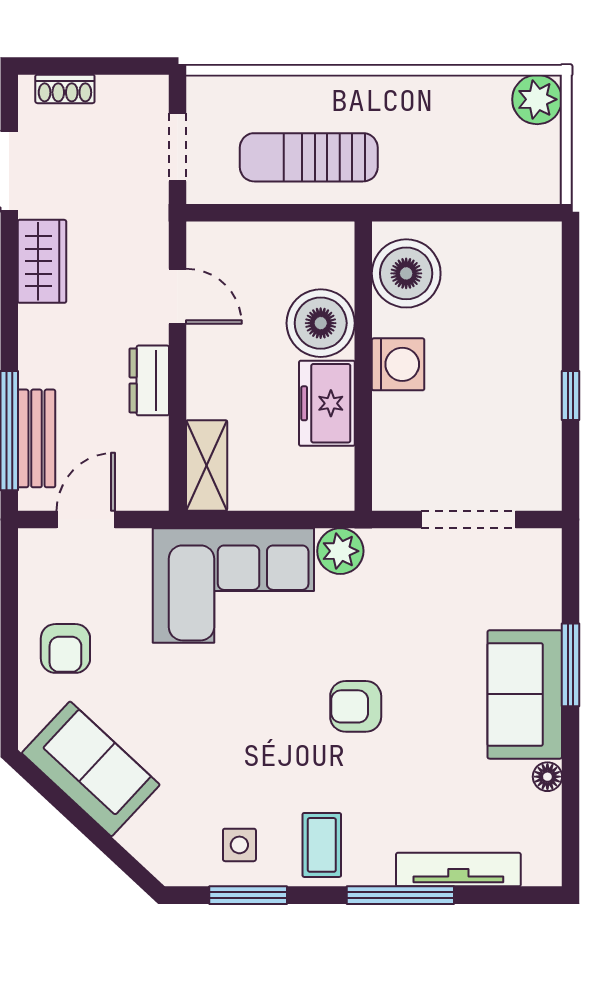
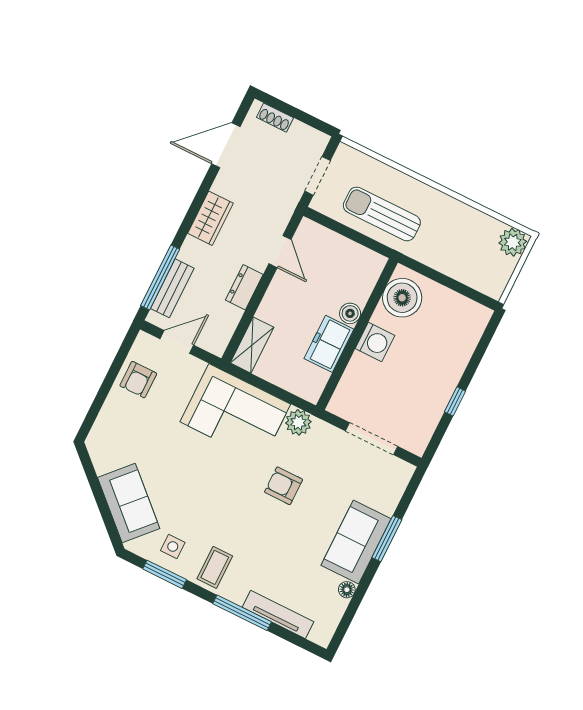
wardrobe: (42, 261) -> (210, 218), moved
boiler: (321, 323) -> (350, 313), width x0.54, depth x0.54
armchair: (65, 648) -> (138, 380), moved
armchair: (356, 706) -> (284, 486), moved
sofa: (91, 769) -> (129, 503), moved

